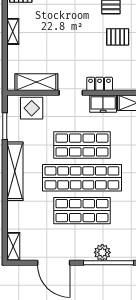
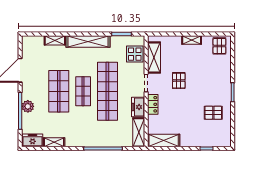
pallet: (118, 37) -> (179, 81), moved
shop shelf: (82, 145) -> (107, 91), width x1.40
shop shelf: (82, 178) -> (83, 91), width x0.50, depth x0.74
shelving: (13, 247) -> (55, 40), moved

